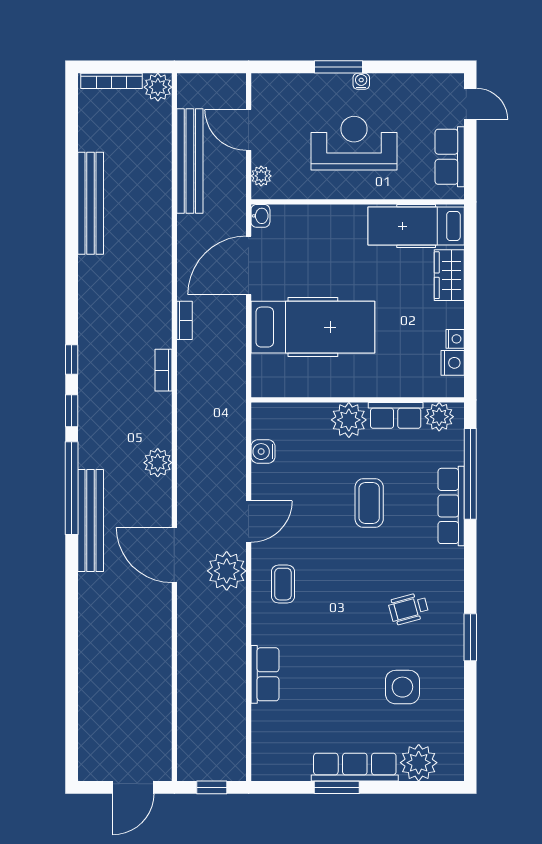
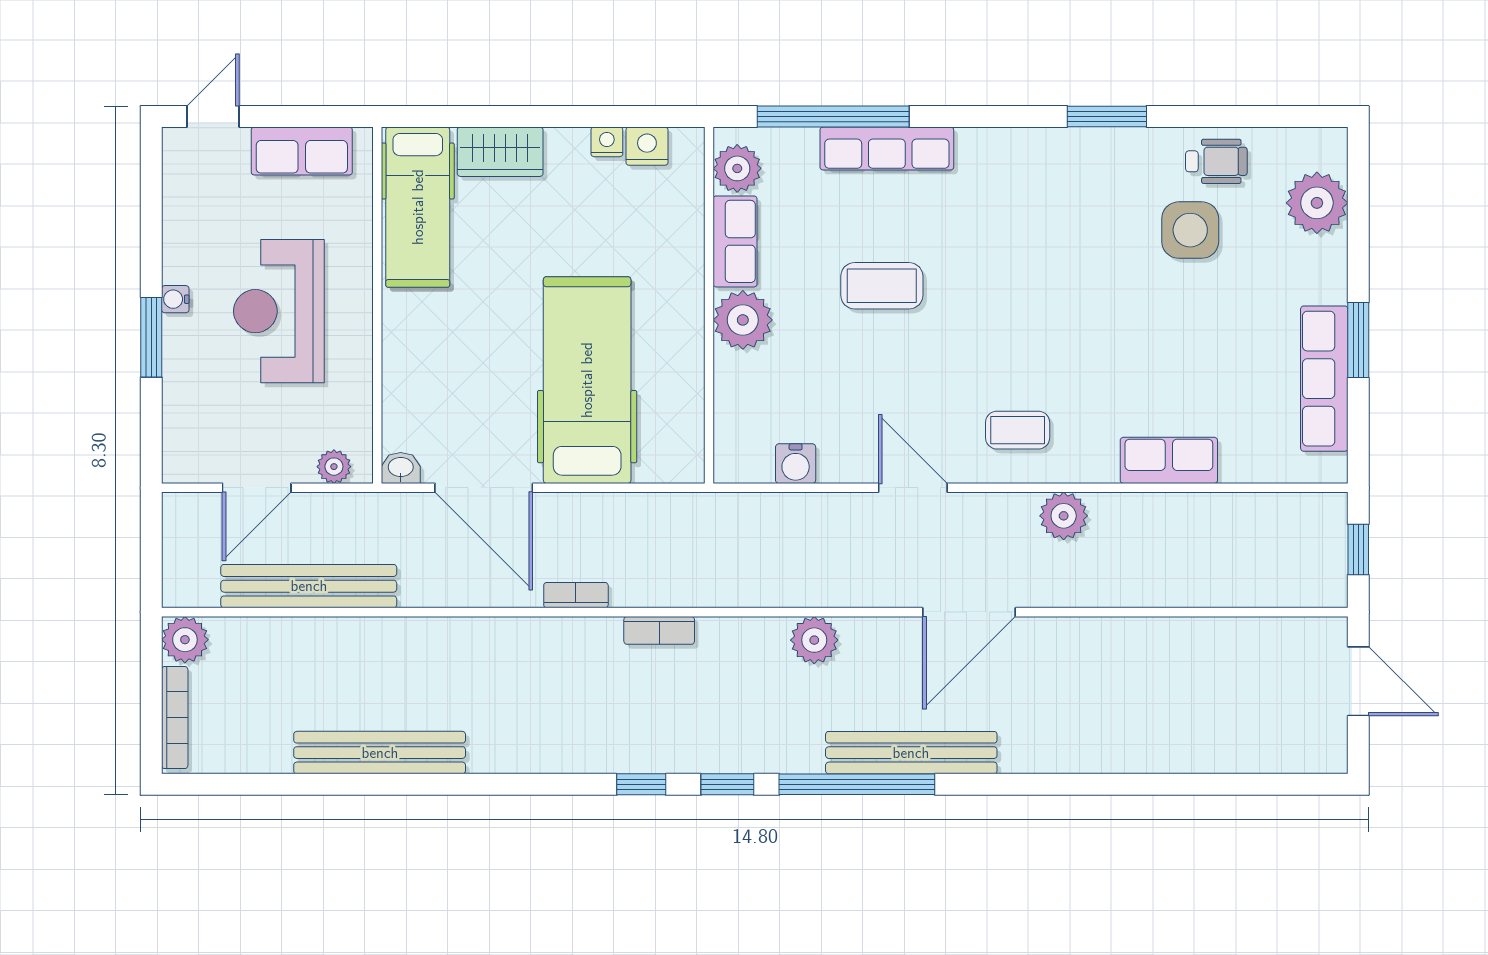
plant: (227, 571) -> (1064, 516), moved, width x0.73, depth x0.73
wheelchair: (409, 609) -> (1216, 161), moved, turned -75
row of seats: (355, 767) -> (1324, 379), moved

